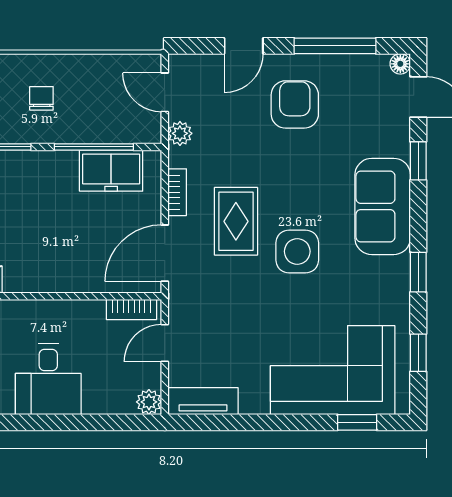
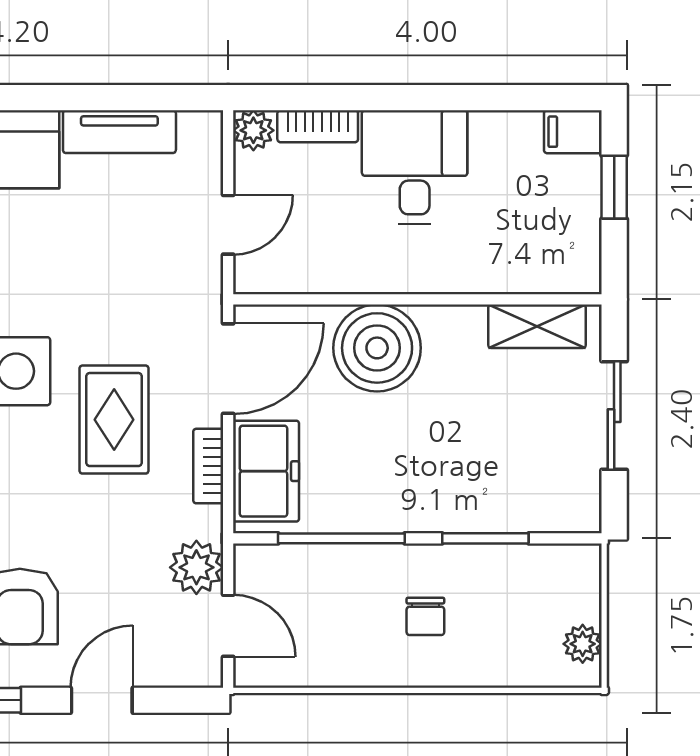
plant: (180, 133) -> (196, 567), width x1.38, depth x1.38
freezer: (111, 171) -> (266, 471), moved, turned 90
boiler: (72, 266) -> (377, 348), added
bookcase: (131, 310) -> (318, 126), moved, turned 180
tv unit: (203, 401) -> (119, 132), moved

